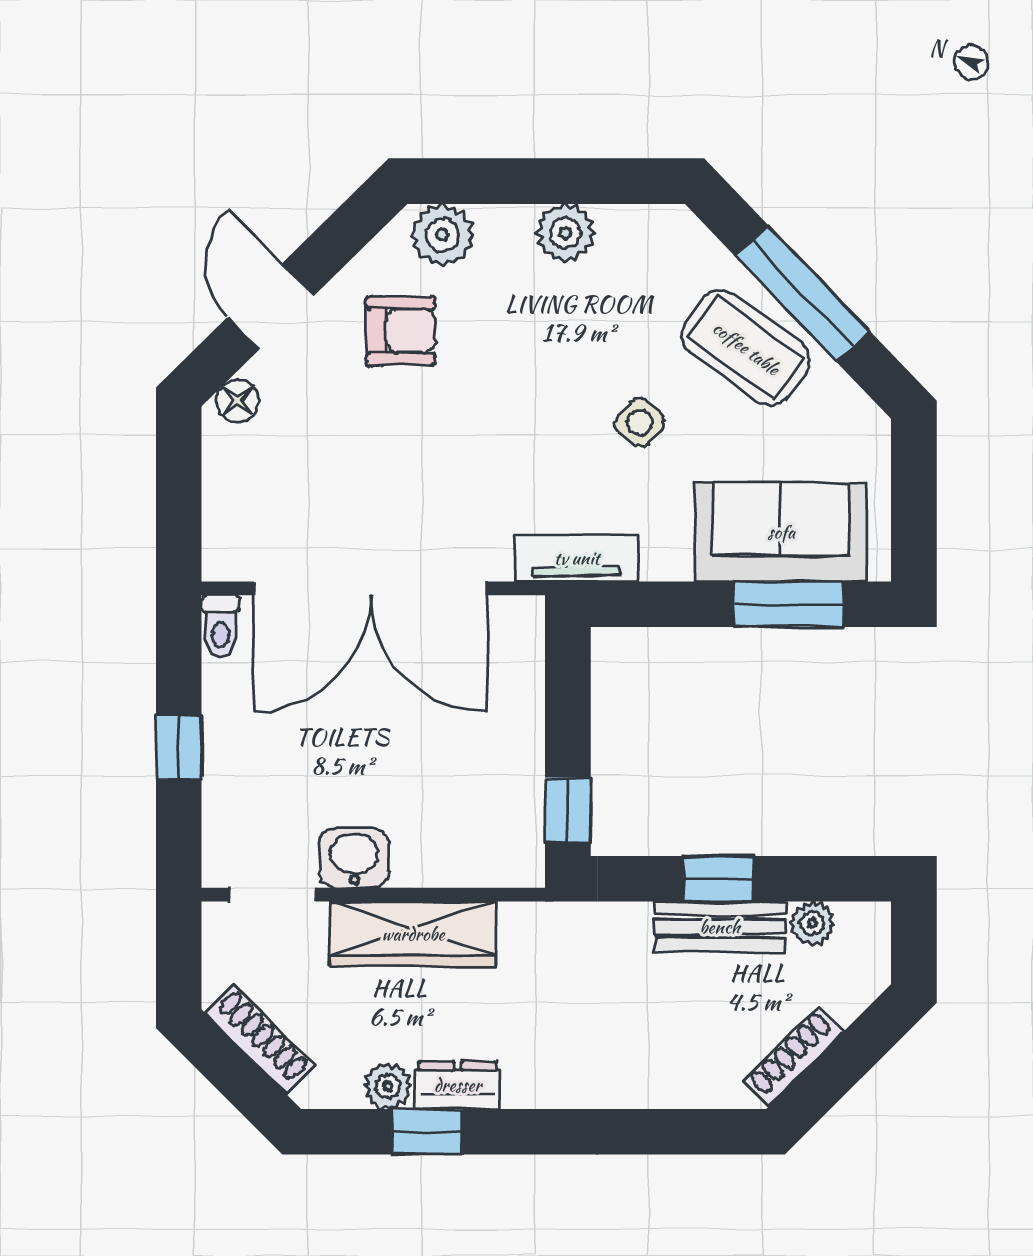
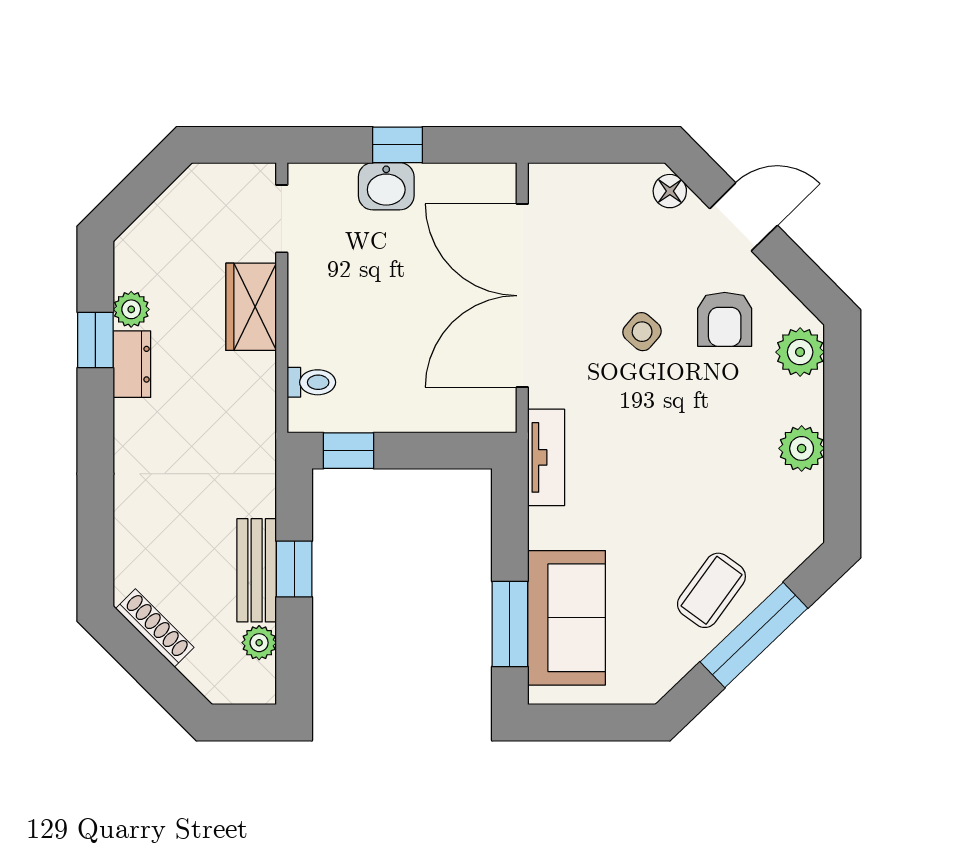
coffee table: (746, 348) -> (711, 590), width x0.73, depth x0.77
side table: (640, 422) -> (642, 332), moved
toilet: (220, 626) -> (311, 382), moved, turned 180
washbasin: (354, 858) -> (386, 186), moved, turned 90
wardrobe: (413, 934) -> (251, 307), width x0.67
shoe rack: (259, 1039) -> (168, 208), removed

